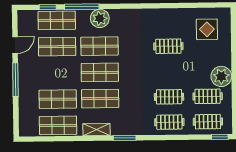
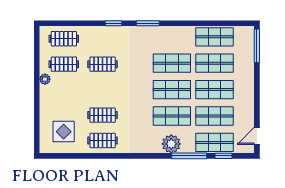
door: (15, 45) -> (257, 136), moved
shop shelf: (57, 73) -> (215, 90), added
plant: (221, 76) -> (45, 79), width x0.53, depth x0.53
window: (15, 80) -> (257, 46), moved
clothes rail: (169, 122) -> (103, 140), moved
shelving: (96, 130) -> (176, 32), removed
window: (220, 137) -> (114, 23), moved

